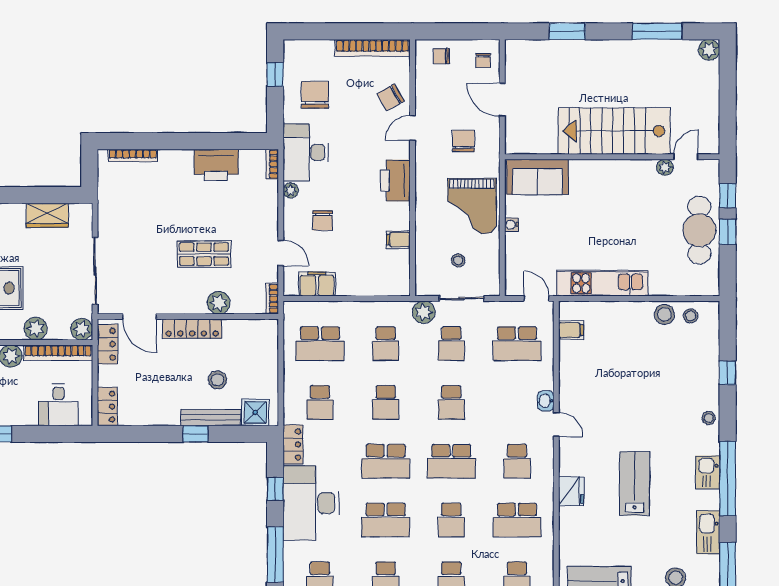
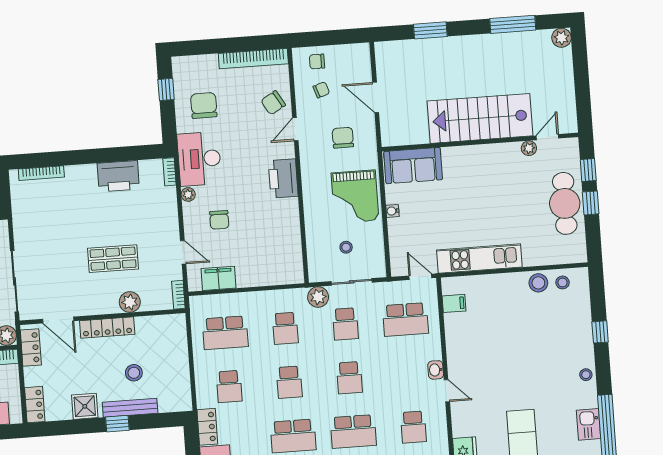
chair: (483, 60) -> (321, 90), moved, turned -108
filing cabinet: (398, 240) -> (290, 232), removed
shower: (255, 412) -> (85, 406), moved

